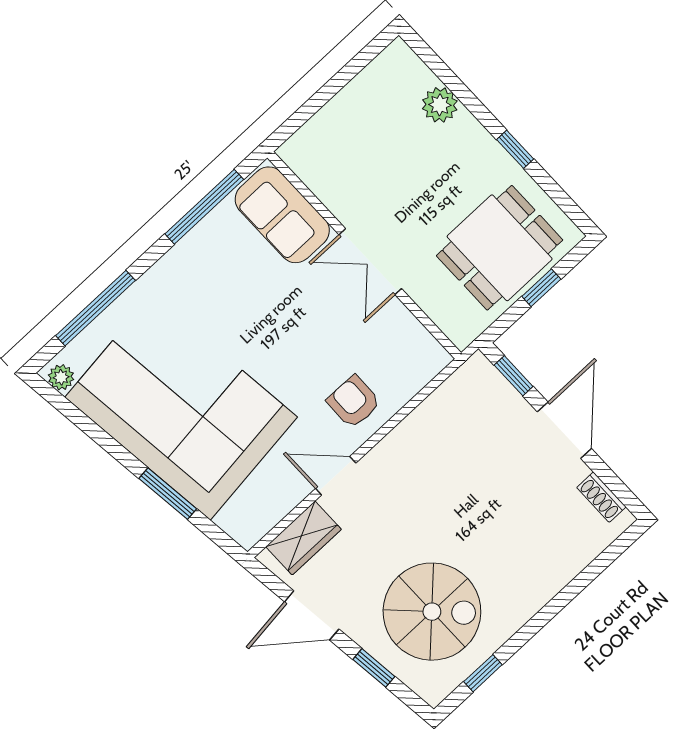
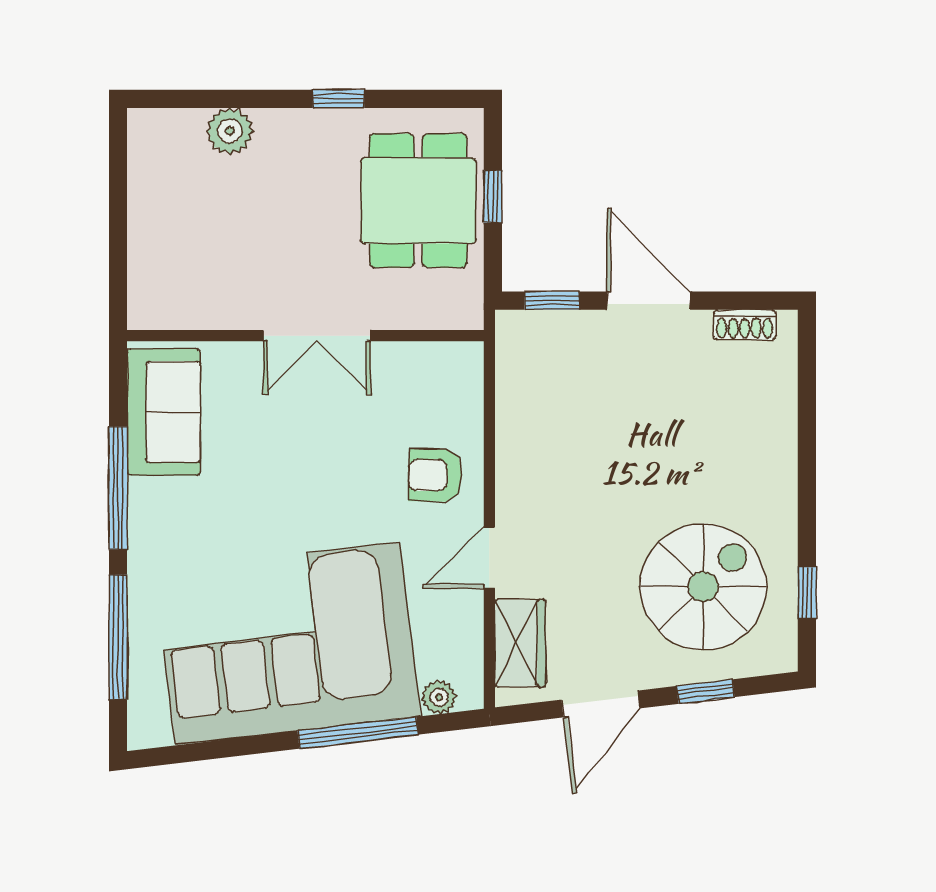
window: (204, 207) -> (118, 488), moved
sofa: (282, 215) -> (164, 412), moved, turned -90
plant: (61, 377) -> (439, 697), moved
window: (168, 494) -> (358, 733), width x1.44

